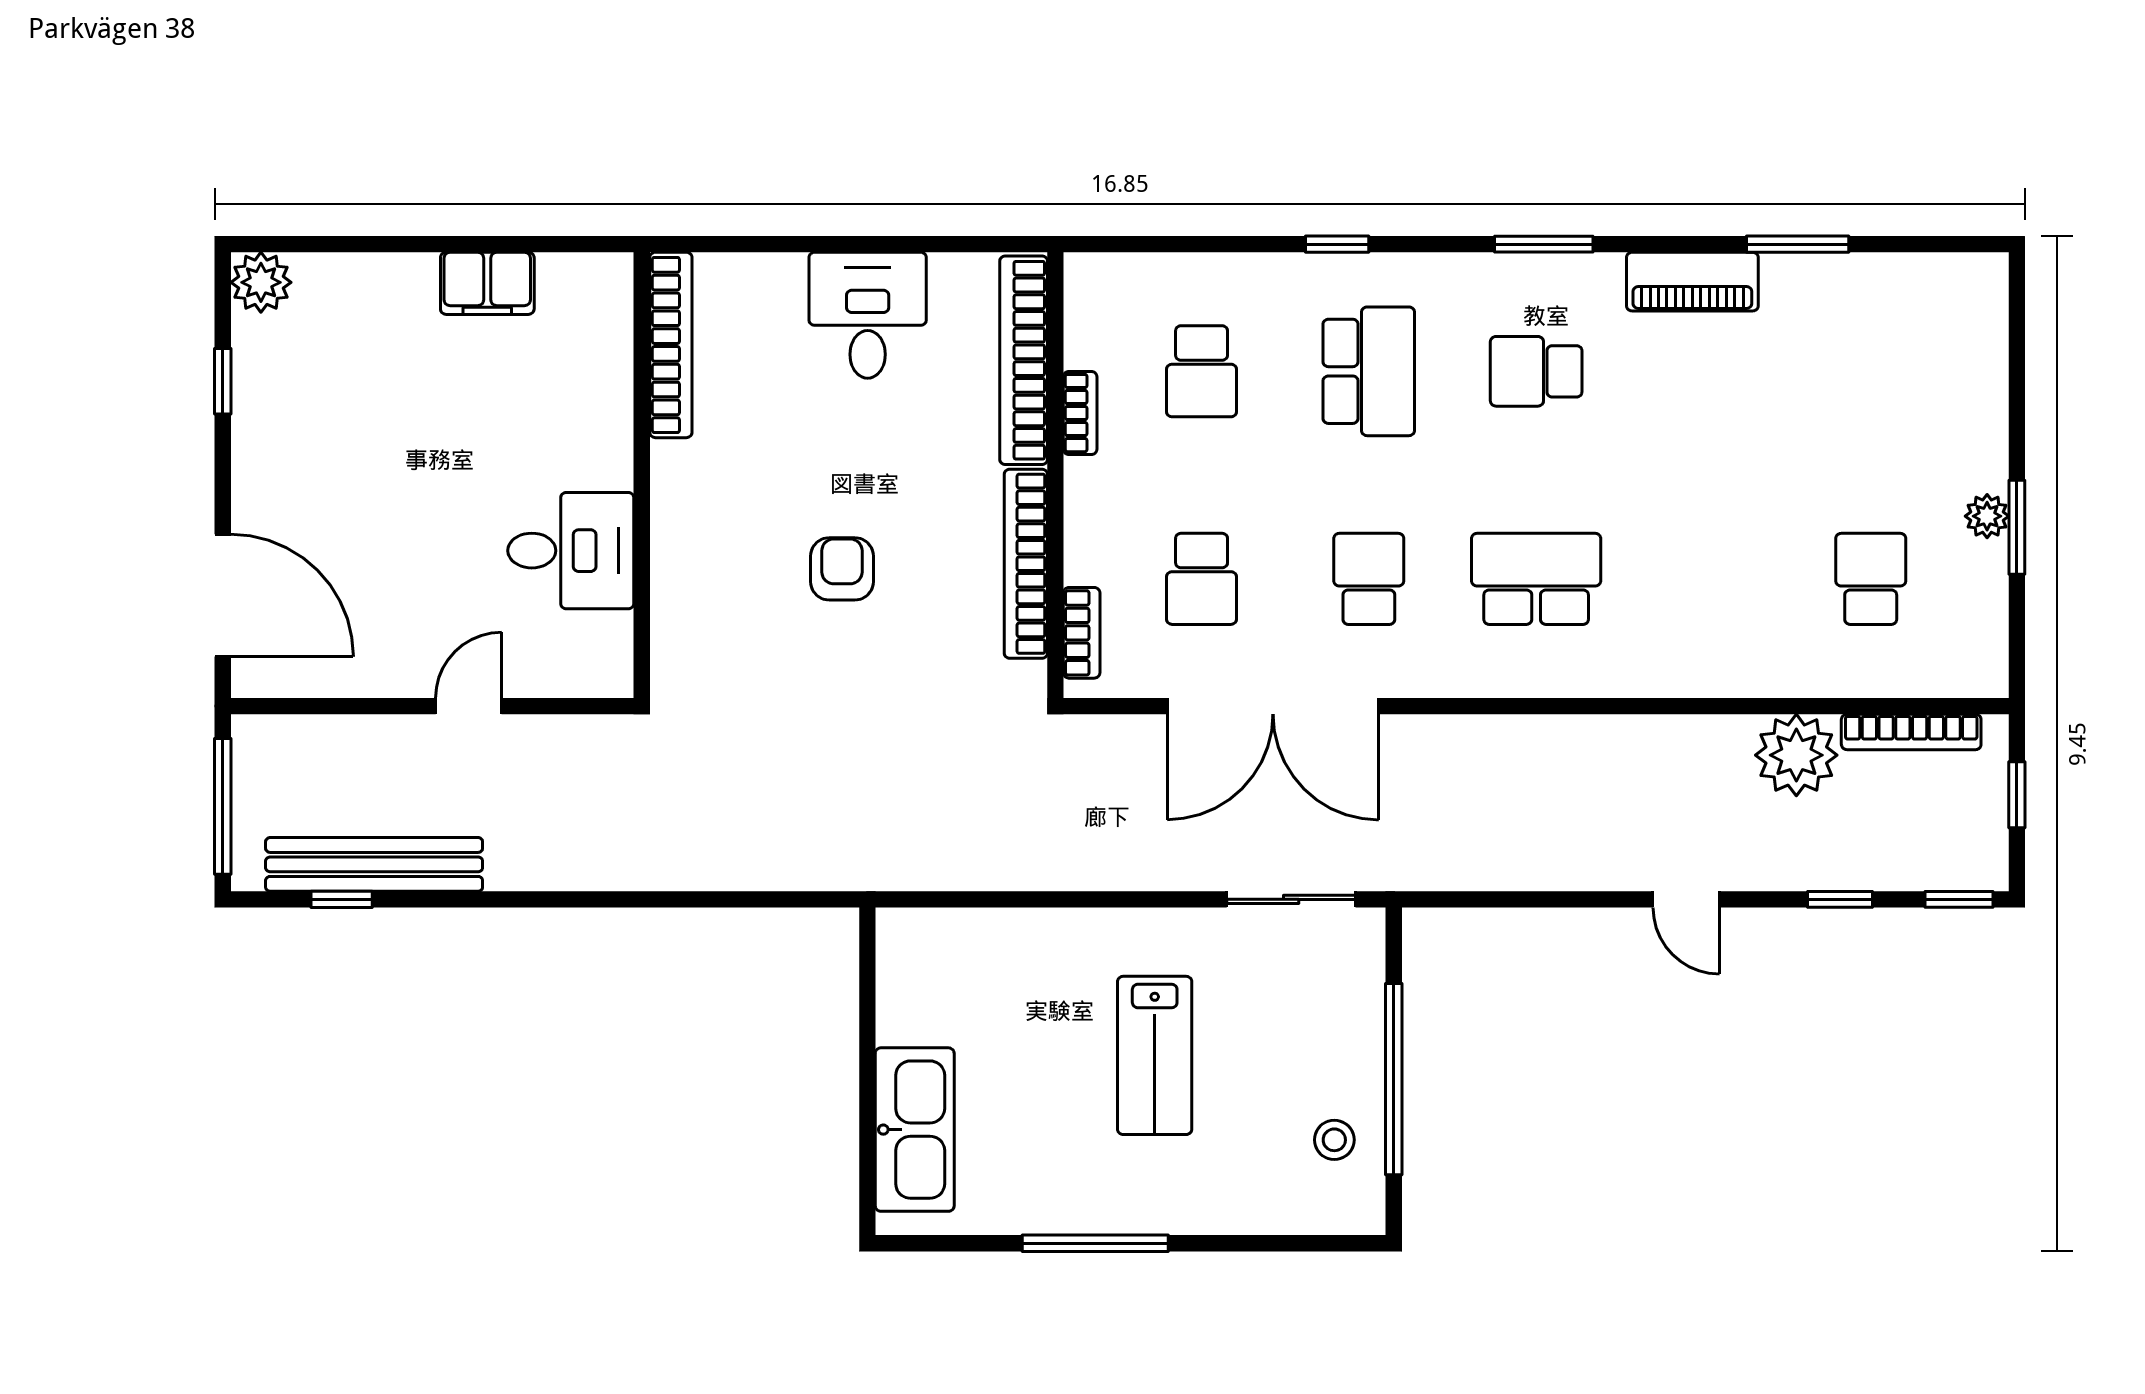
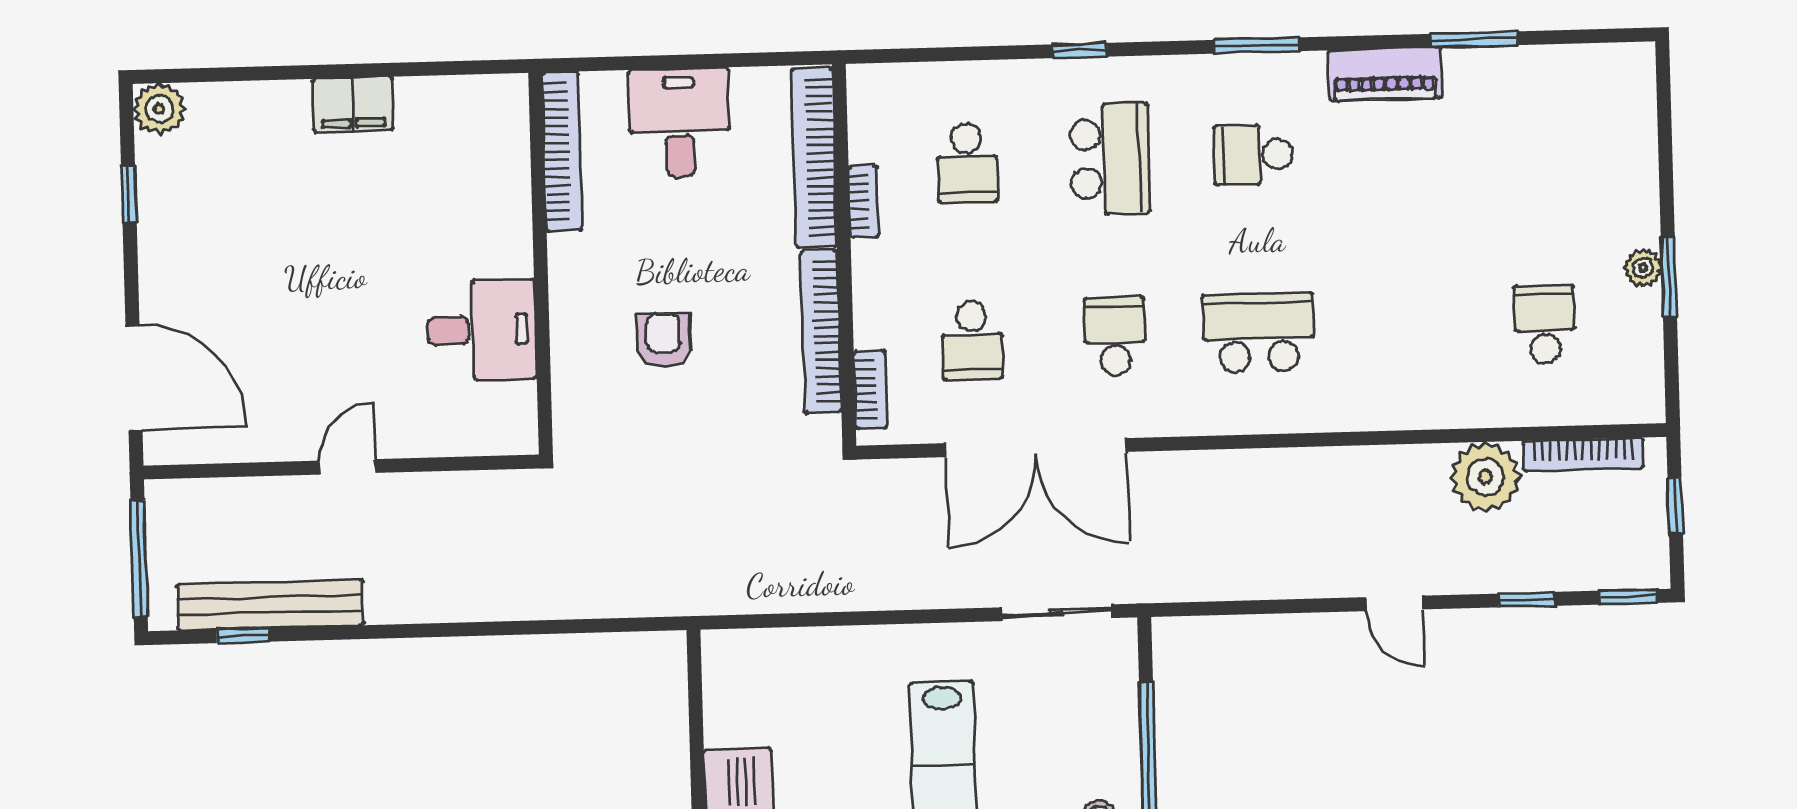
bookcase: (671, 345) -> (562, 151), moved
wall: (642, 475) -> (541, 263), moved
desk: (571, 551) -> (482, 330), moved

